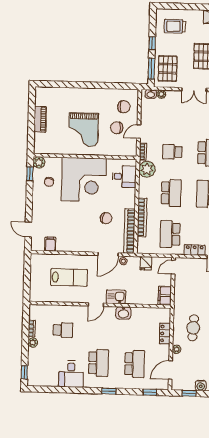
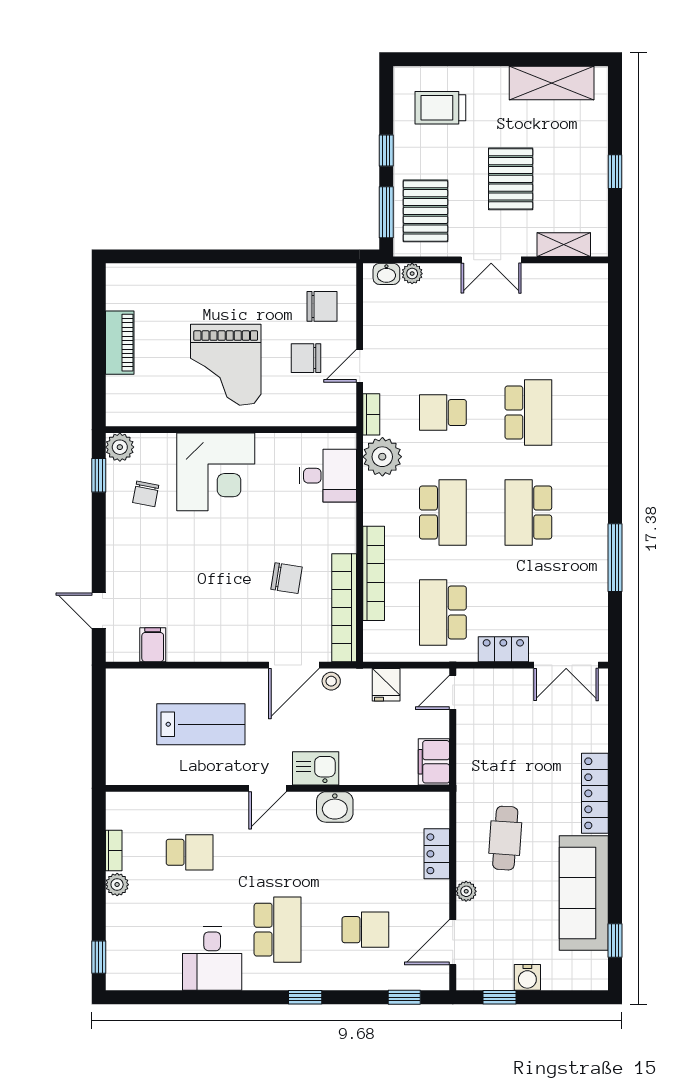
corner desk: (84, 180) -> (216, 472), width x0.74, depth x0.74
school desk: (135, 364) -> (365, 930), width x0.54

